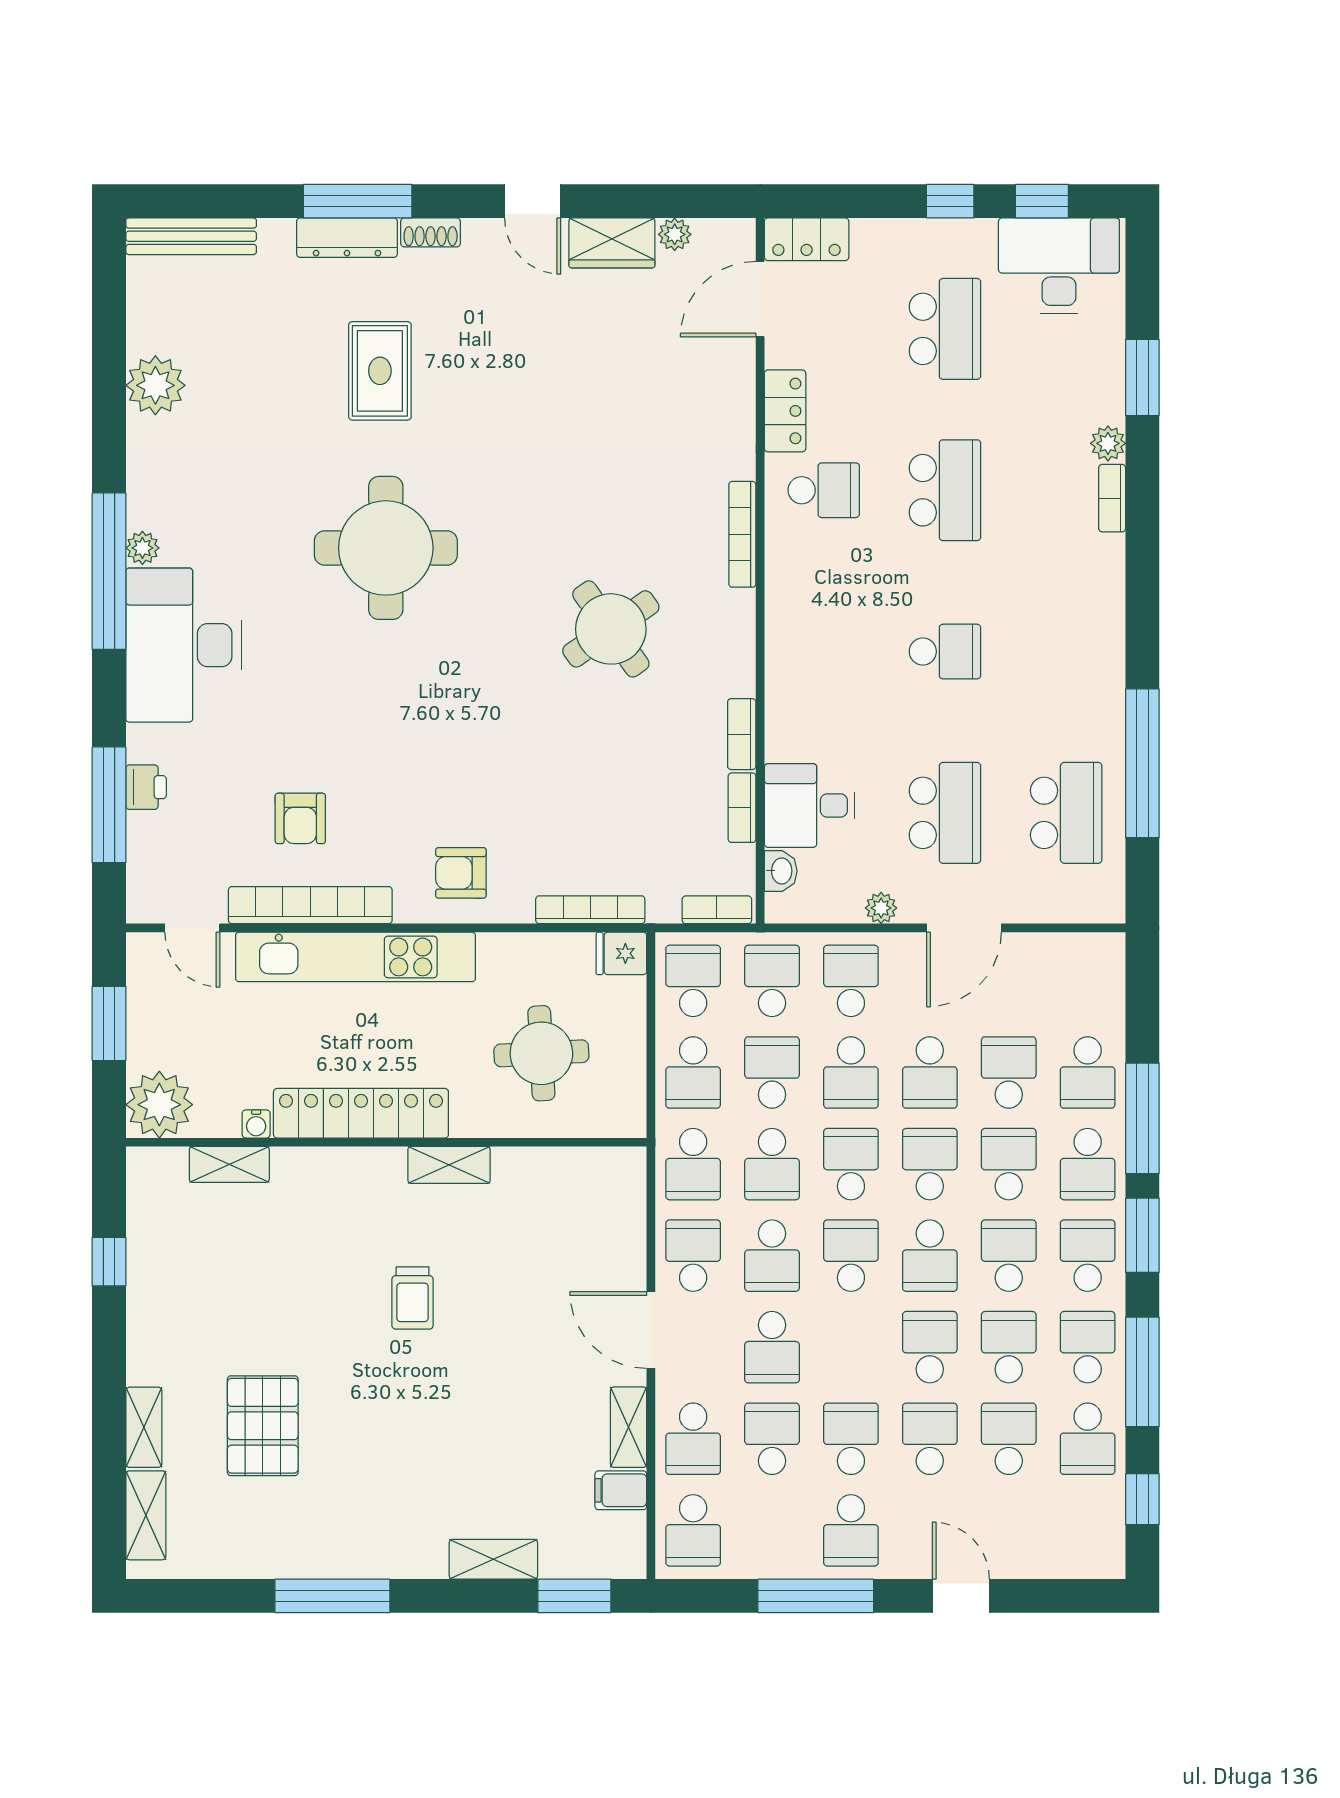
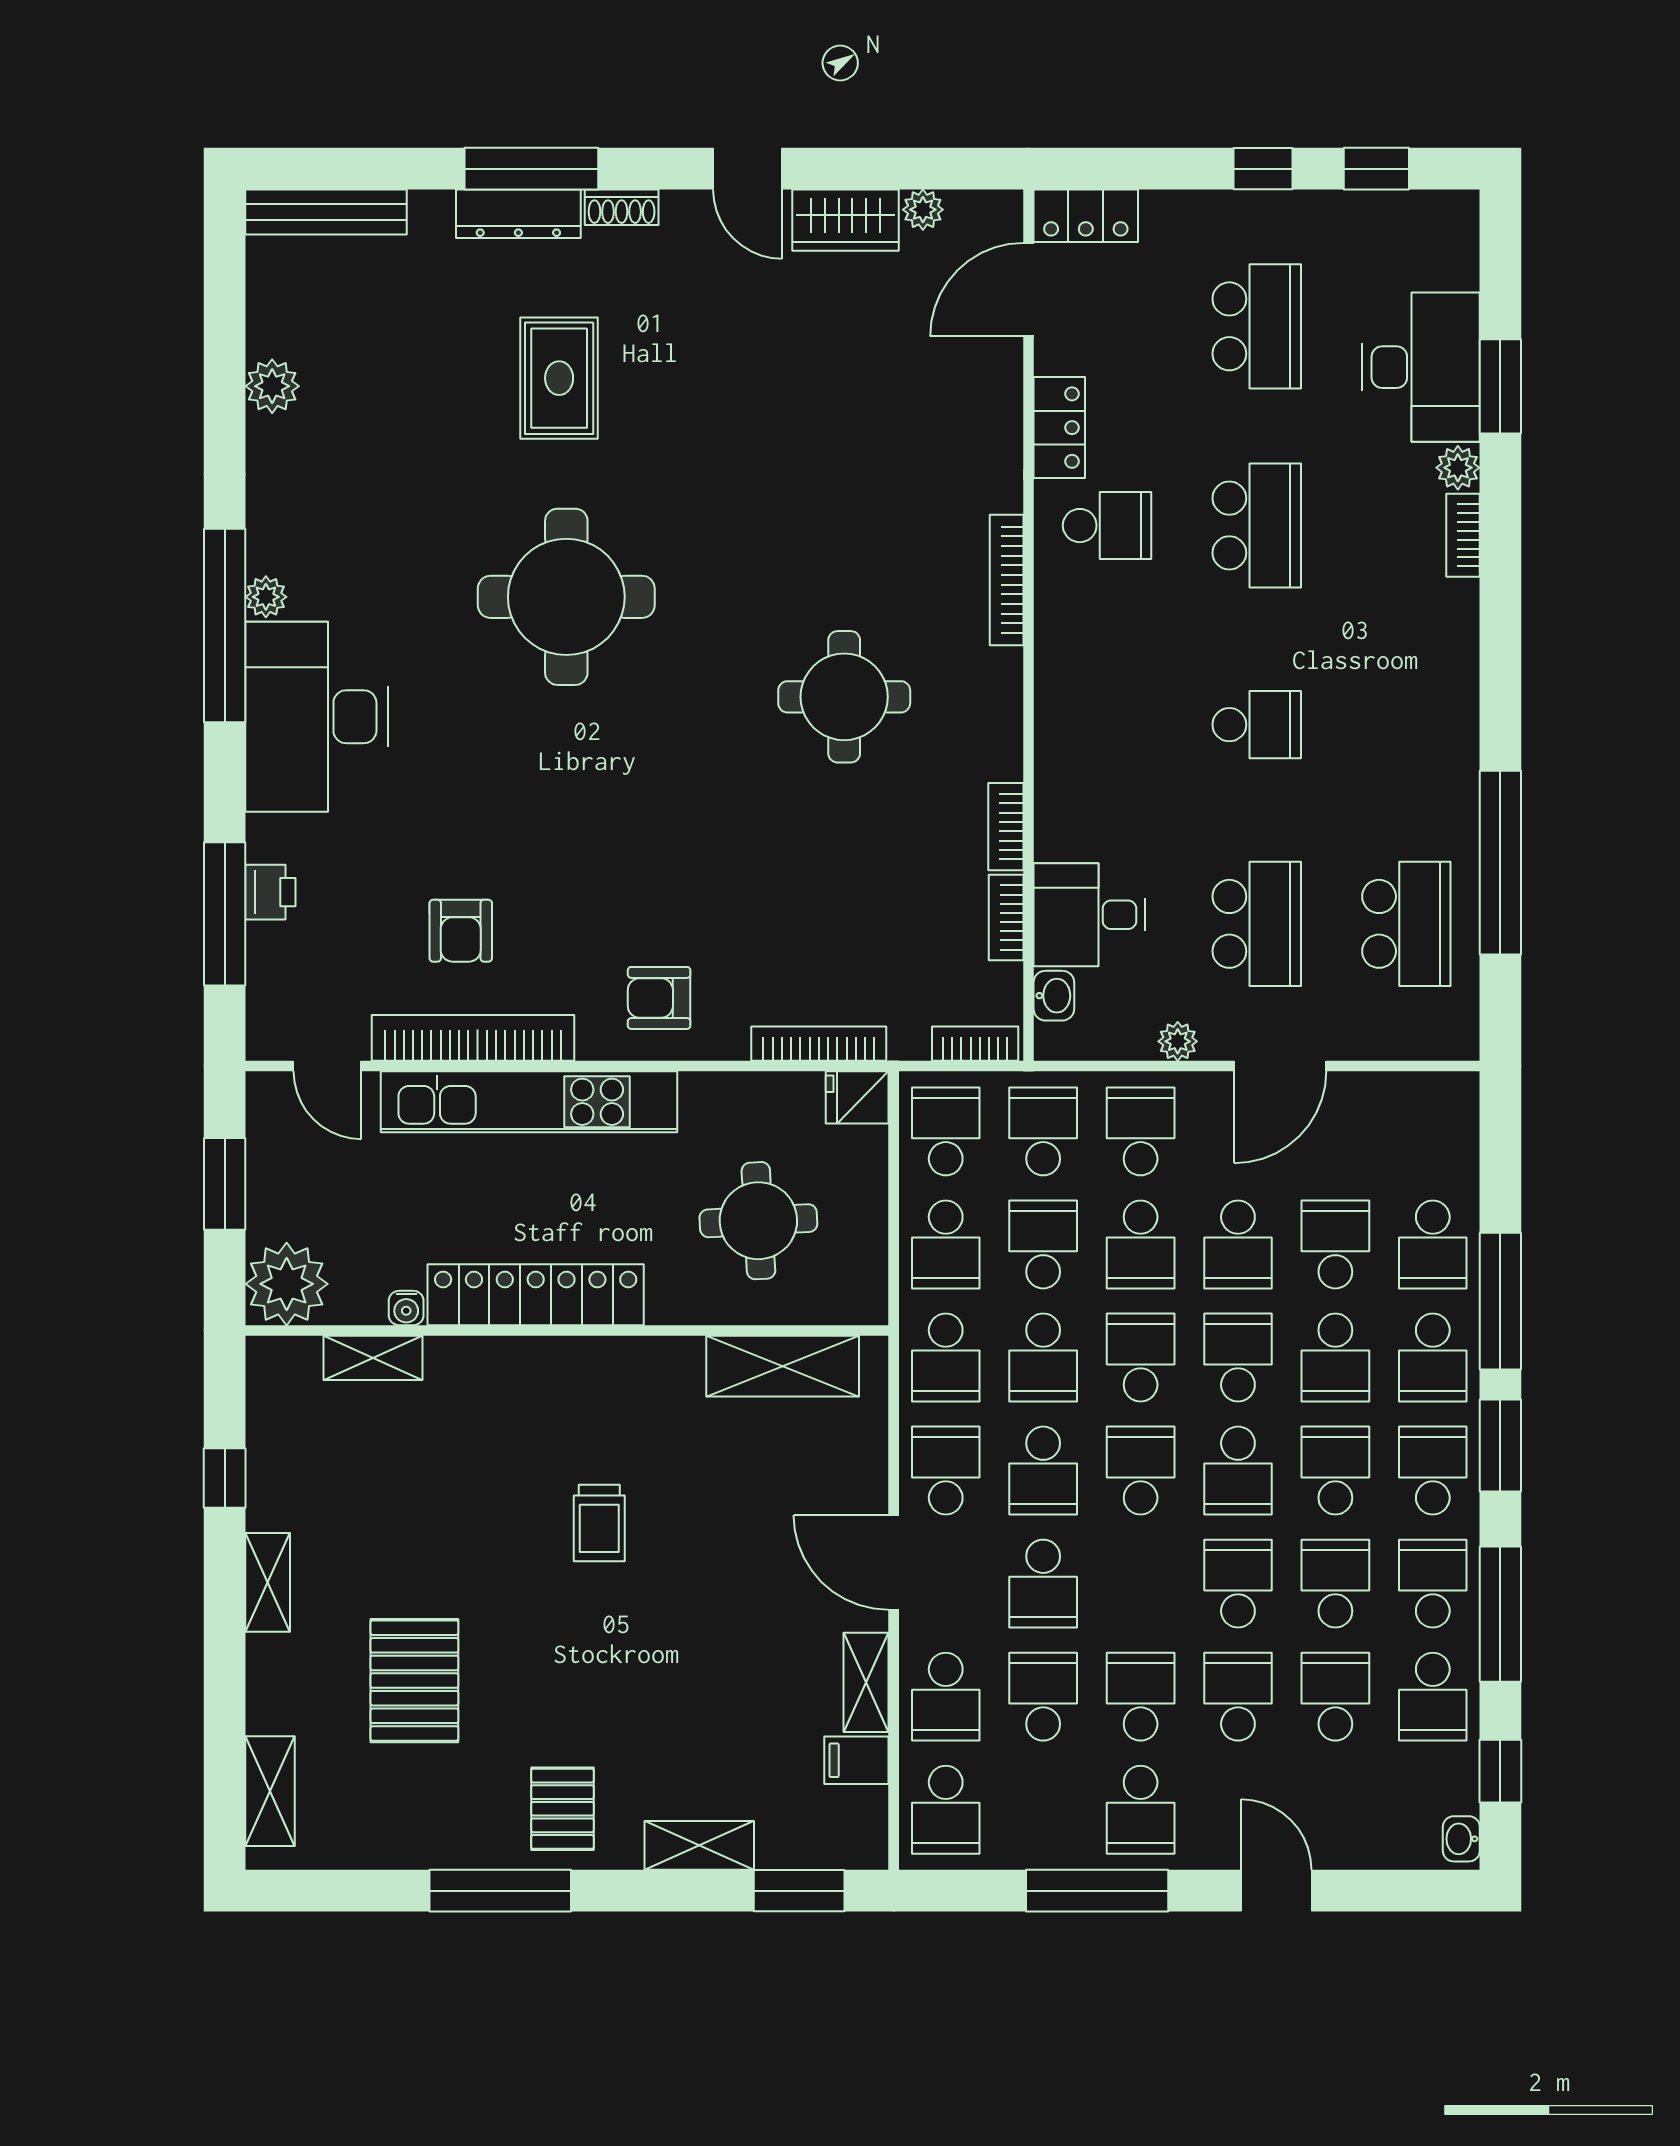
desk: (1059, 266) -> (1421, 367), moved, turned 90
plant: (155, 385) -> (272, 386), width x0.73, depth x0.73
round table: (611, 629) -> (844, 697), turned 35
school desk: (1009, 1164) -> (1335, 1357), turned 180
shelving: (449, 1165) -> (783, 1366), moved, width x1.50, depth x1.33
shelving: (144, 1427) -> (268, 1582), moved
pallet: (383, 1530) -> (563, 1809), added
washbasin: (1111, 1554) -> (1461, 1839), added

